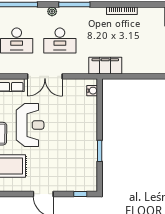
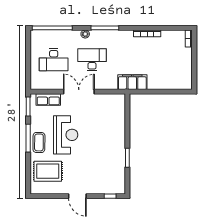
desk: (60, 40) -> (92, 60), turned 180
double door: (45, 76) -> (79, 92), swing flipped
water cooler: (92, 91) -> (121, 104), removed

